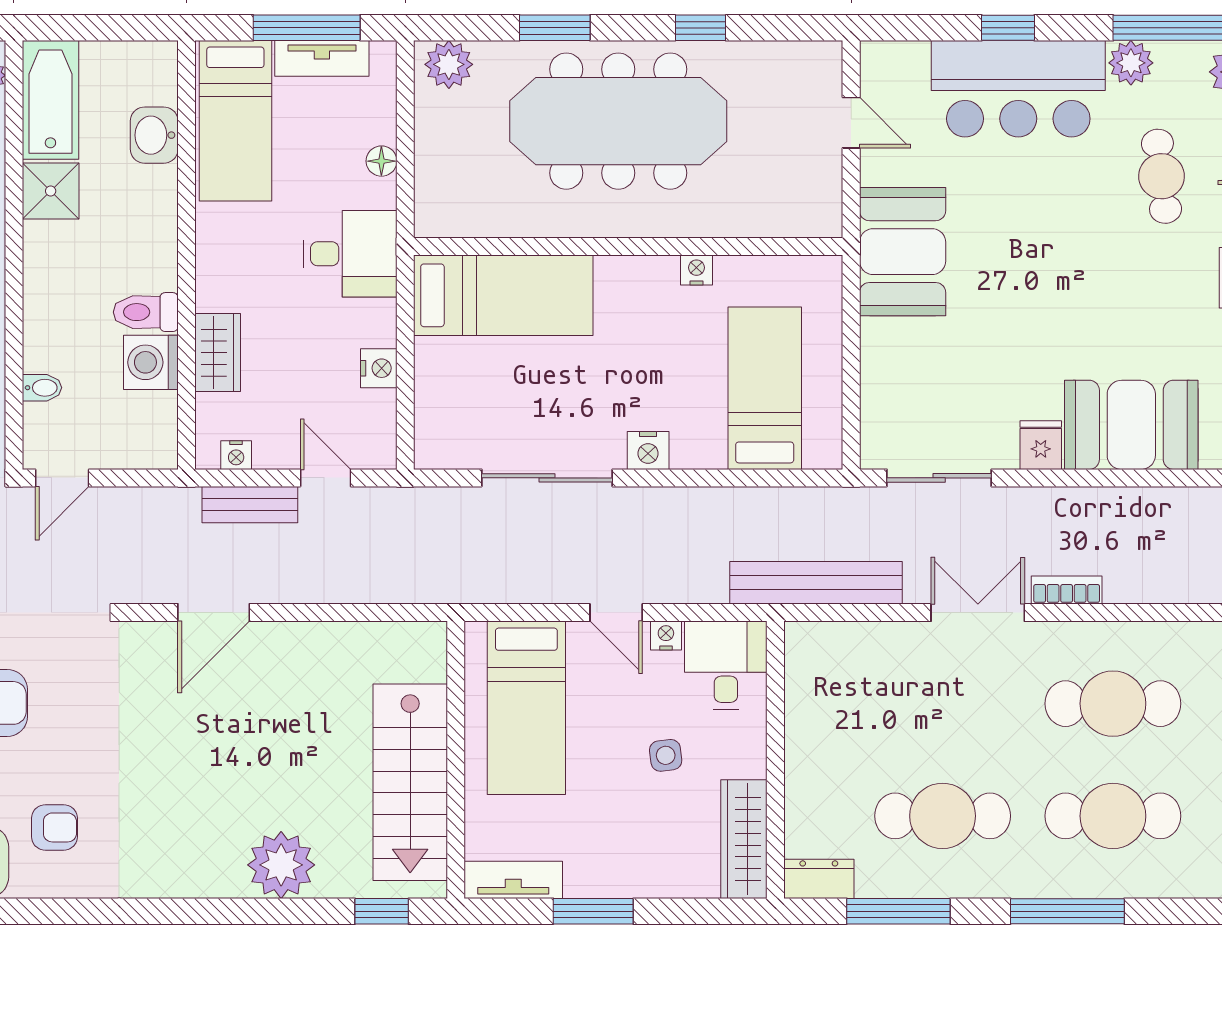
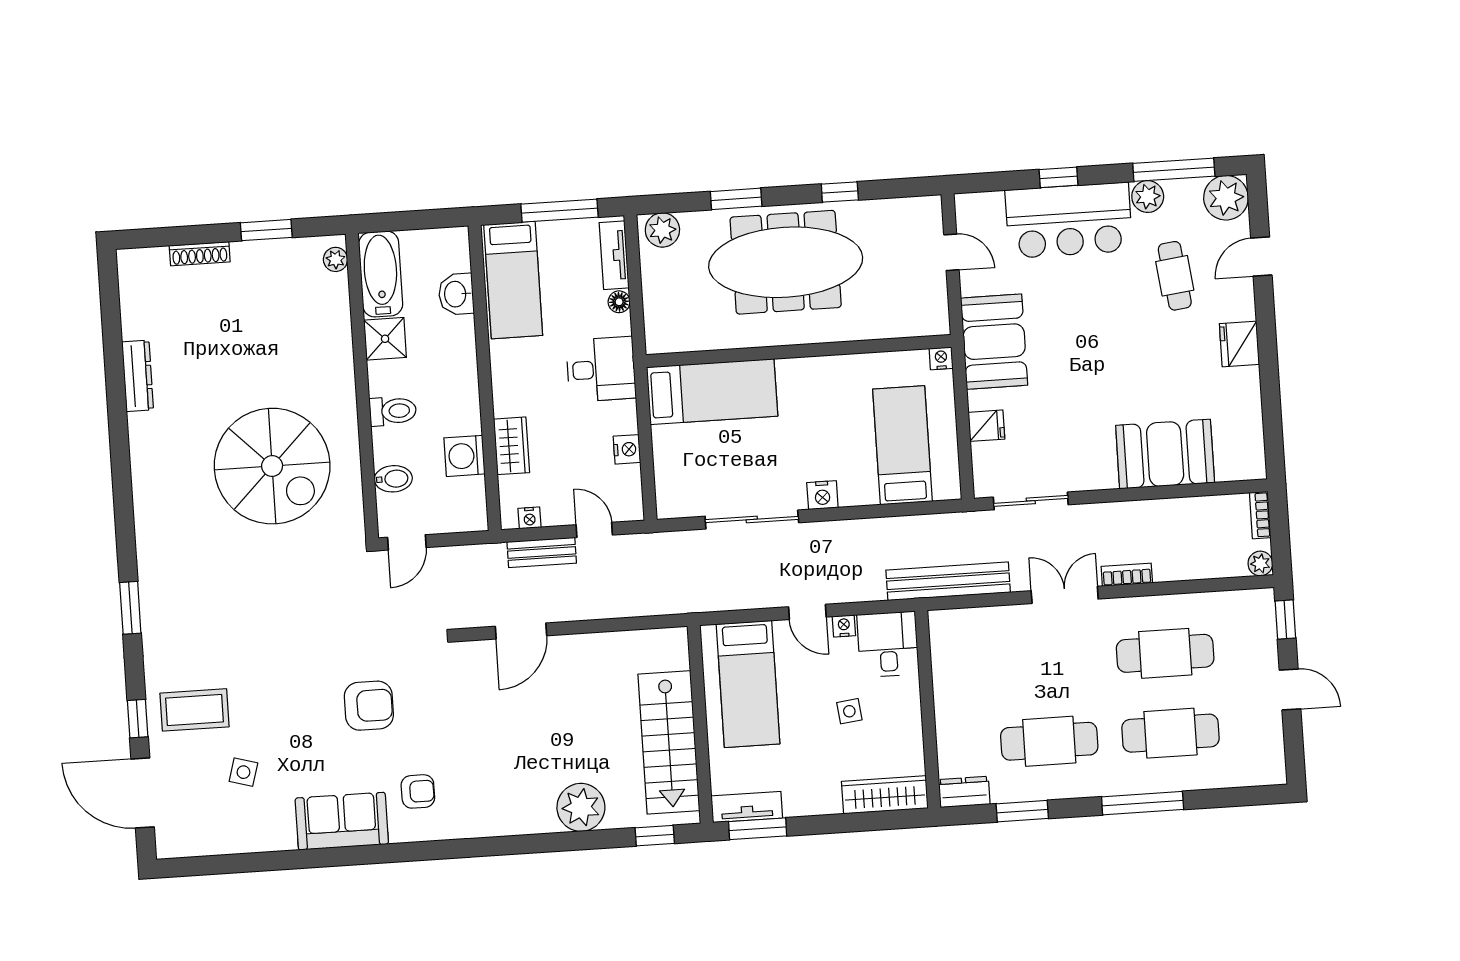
tv unit: (322, 58) -> (614, 255), moved, turned 90
nightstand: (696, 270) -> (941, 358), moved
toilet: (146, 312) -> (393, 411), moved, turned 180
bidet: (42, 388) -> (393, 479), width x1.38, depth x1.36
fridge: (1041, 445) -> (986, 426), moved, turned 90
wardrobe: (744, 839) -> (885, 795), moved, turned 90
window: (593, 911) -> (758, 829), moved
window: (898, 911) -> (1022, 811), width x0.69

